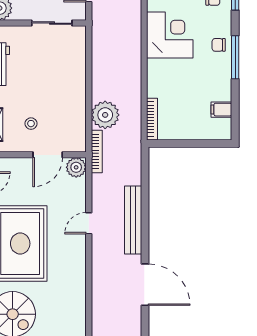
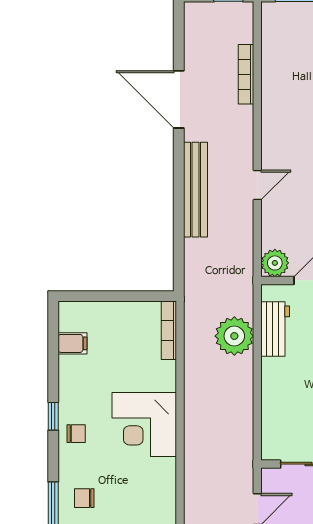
corner desk: (170, 35) -> (144, 424), moved
window: (235, 57) -> (53, 416), width x0.46
workbench: (76, 120) -> (275, 329), added
bookcase: (97, 152) -> (246, 74), moved

